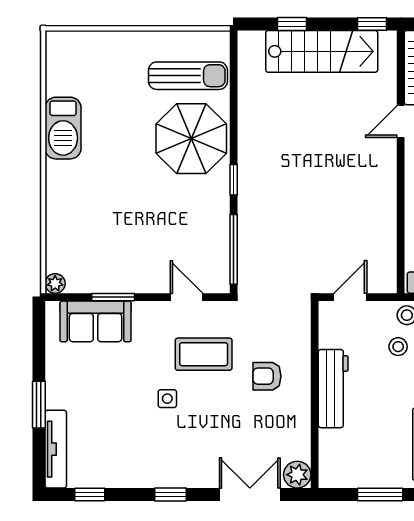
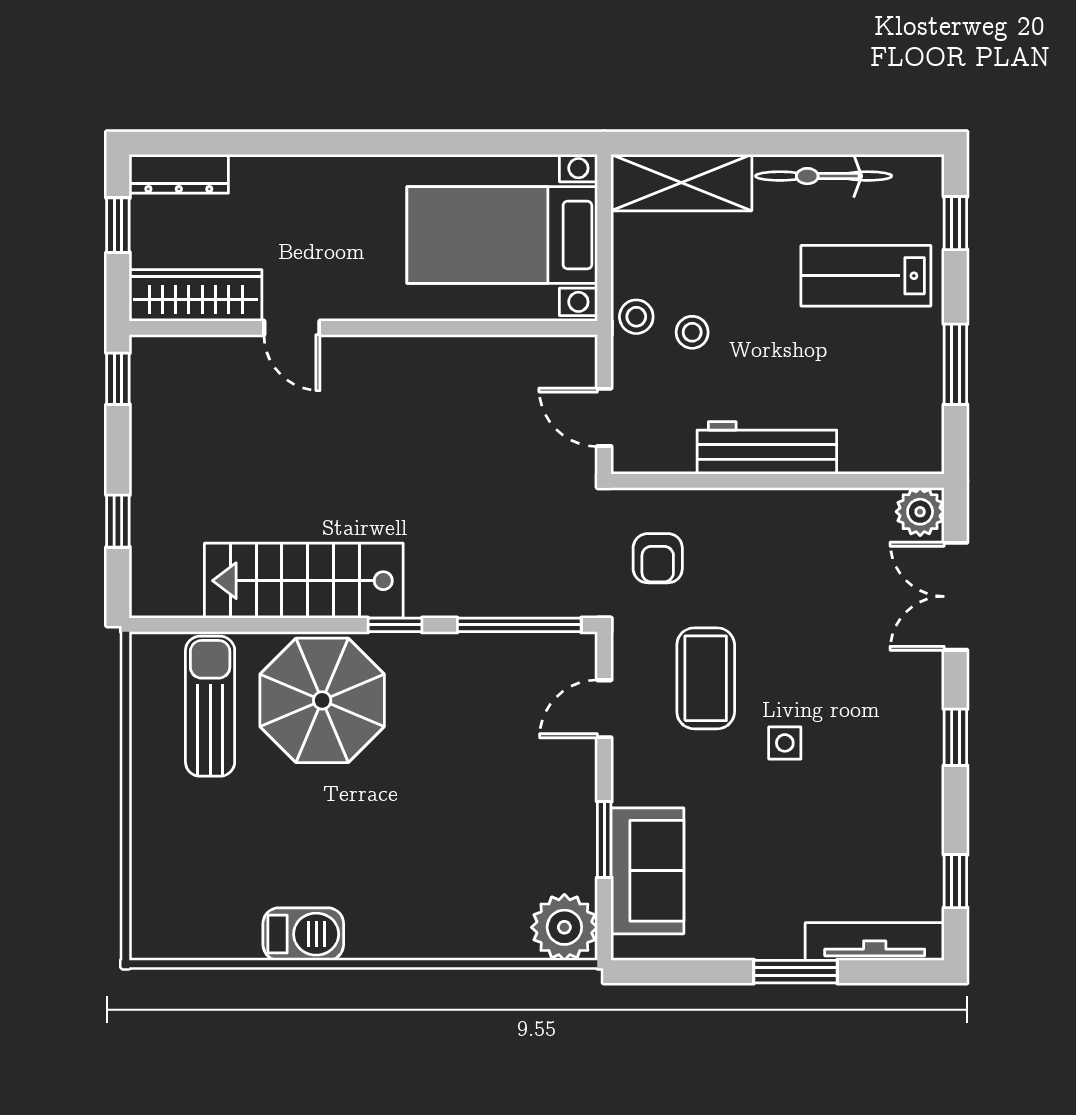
stairs: (322, 51) -> (304, 581), moved, turned -90
barbecue: (63, 128) -> (303, 934), width x0.73, depth x0.83
plant: (55, 283) -> (564, 927), width x1.88, depth x1.88
armchair: (267, 376) -> (658, 558), moved

